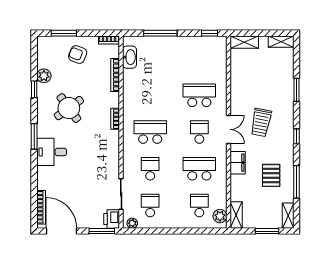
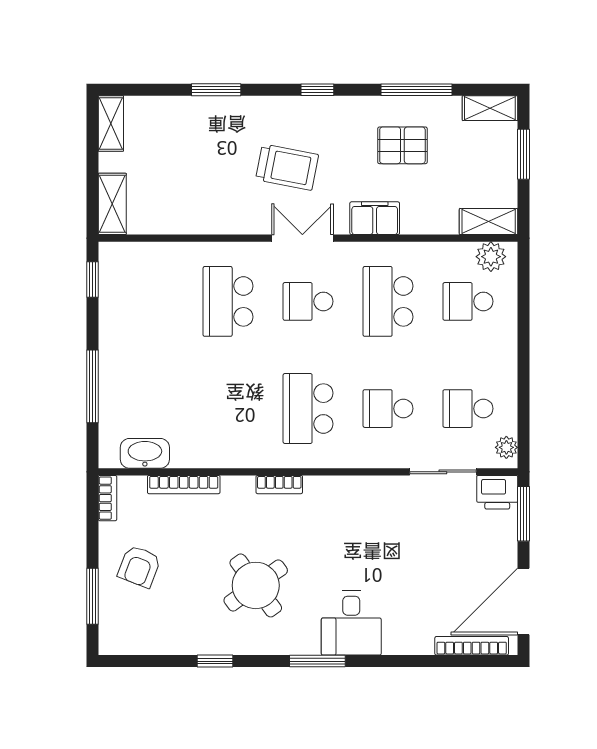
plant: (44, 76) -> (186, 640), removed

